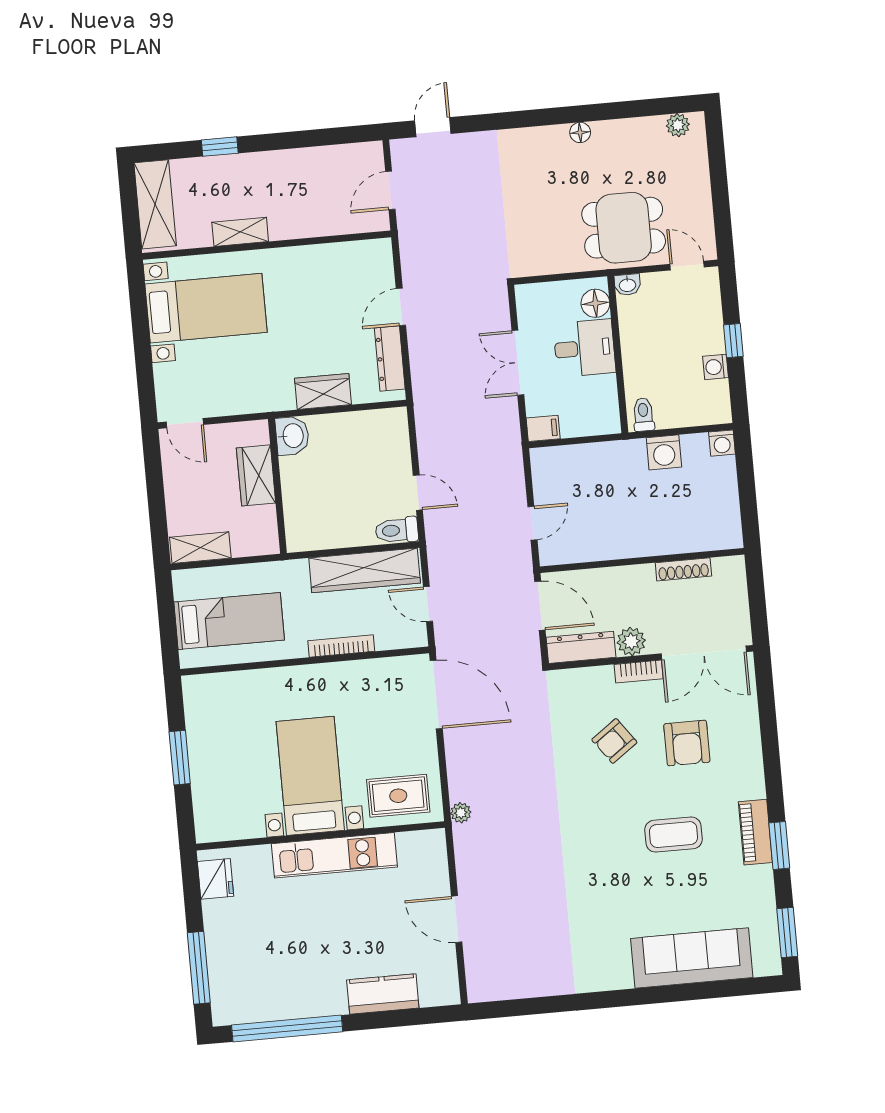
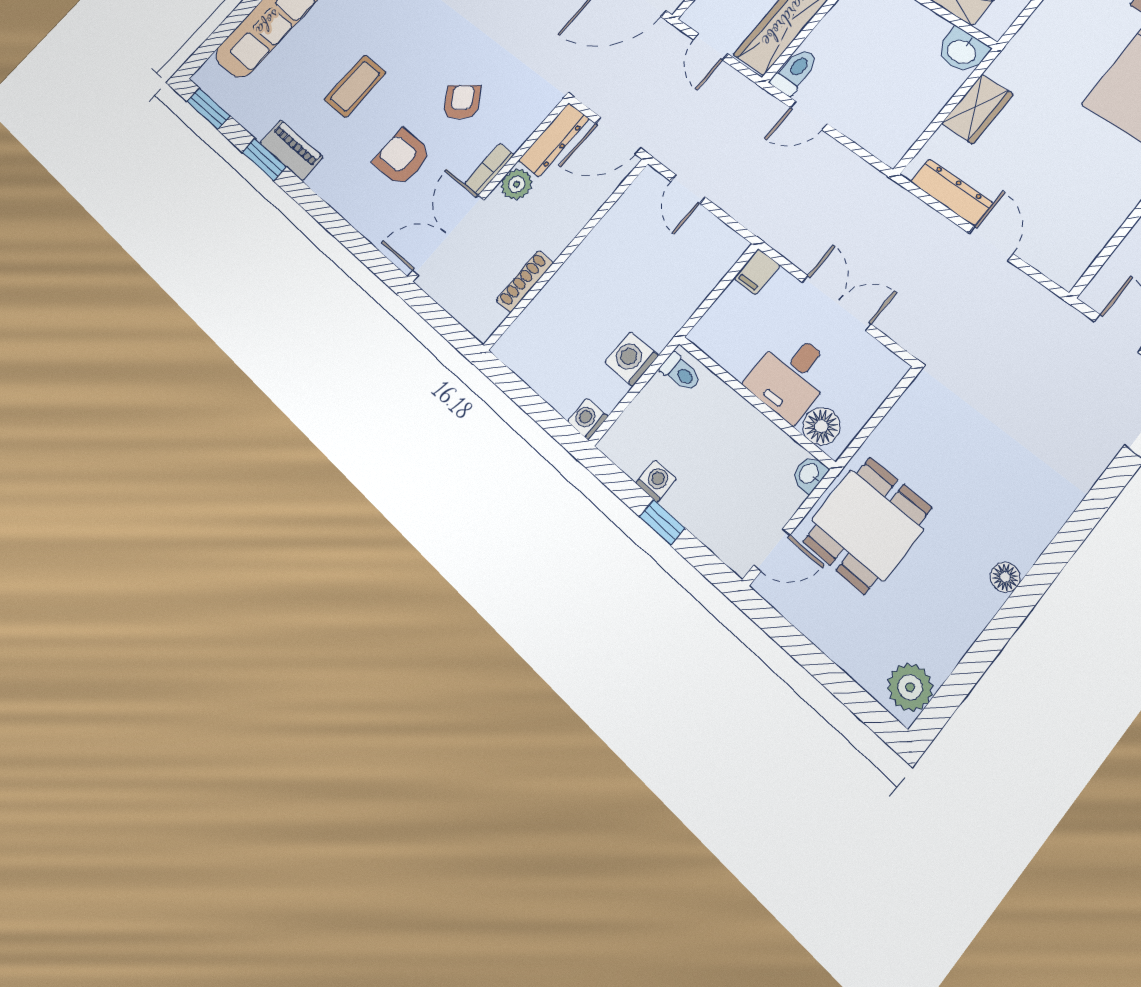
plant: (678, 125) -> (910, 687), width x1.38, depth x1.38
door: (428, 604) -> (711, 47), swing flipped

